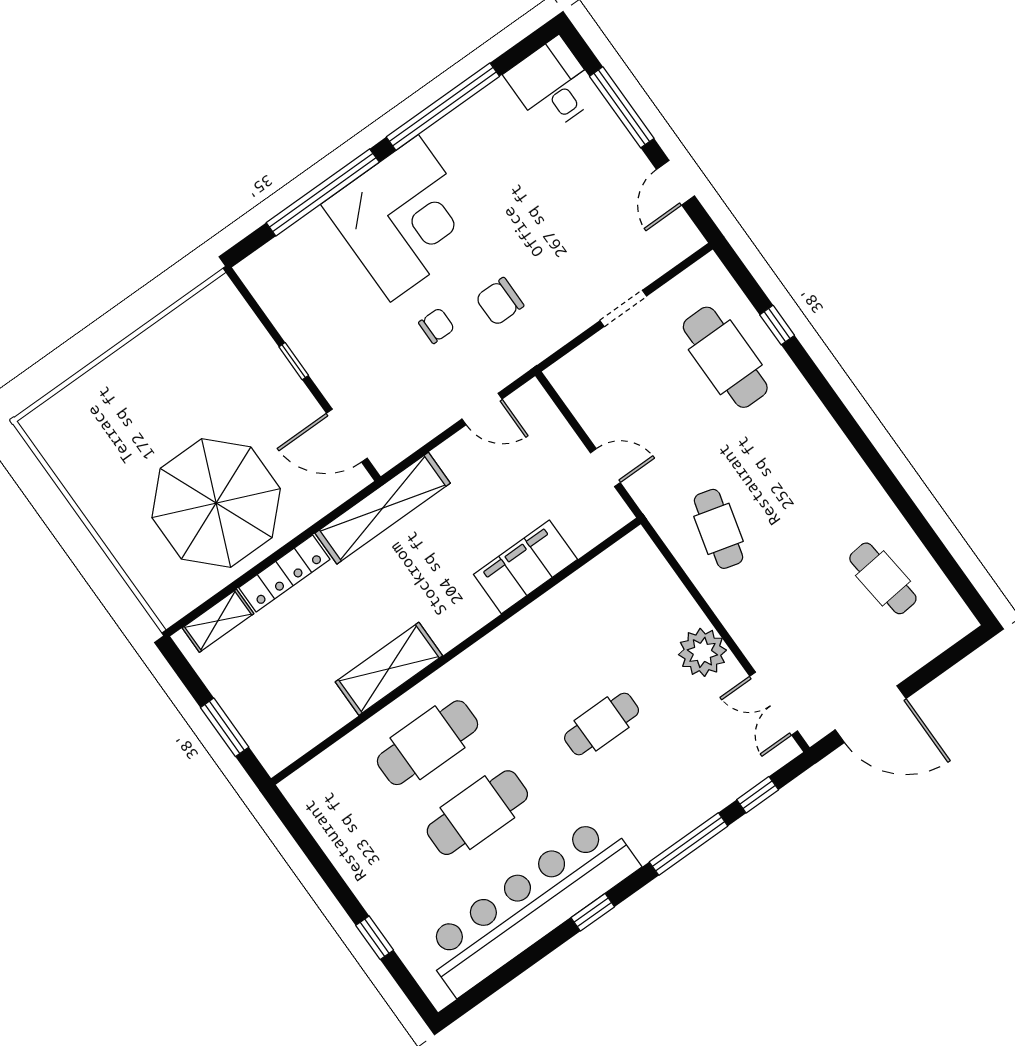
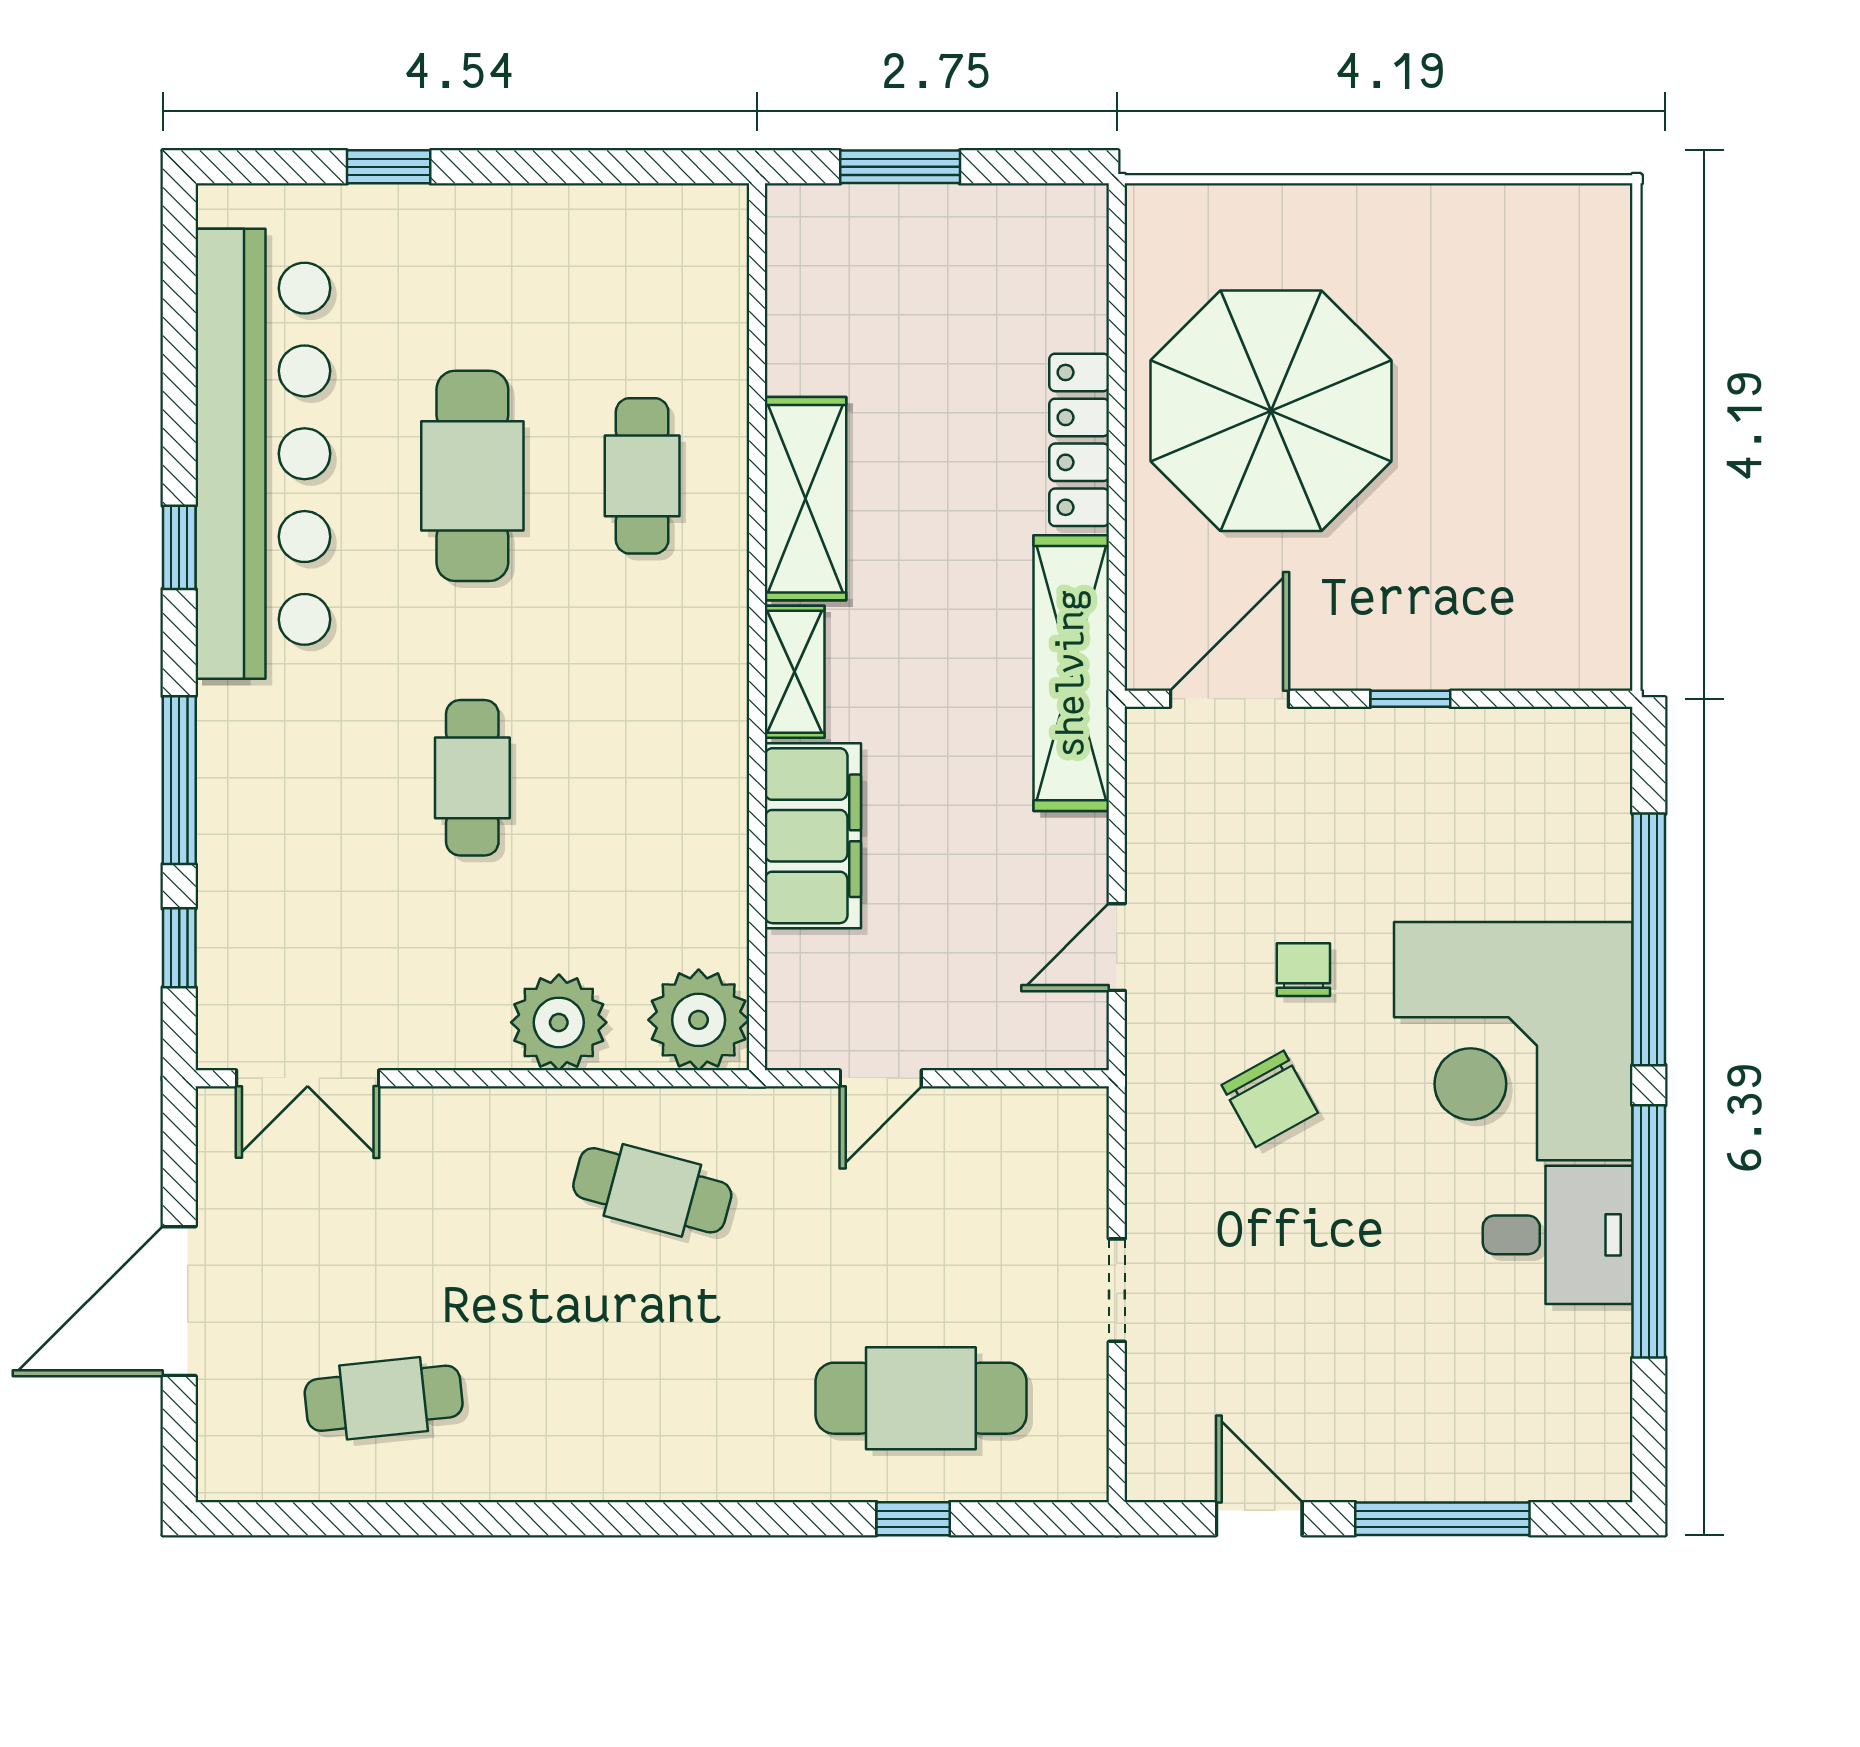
desk: (553, 85) -> (1558, 1235), moved
chair: (500, 302) -> (1270, 1099), turned 151
chair: (437, 326) -> (1303, 970), turned 180
plant: (635, 560) -> (699, 1020), added
shelving: (218, 621) -> (795, 672), moved
plant: (702, 652) -> (559, 1022), moved
double door: (774, 704) -> (308, 1078), swing flipped
door: (871, 714) -> (179, 1301), moved
cafe table: (427, 743) -> (642, 476), width x0.73, depth x0.74

